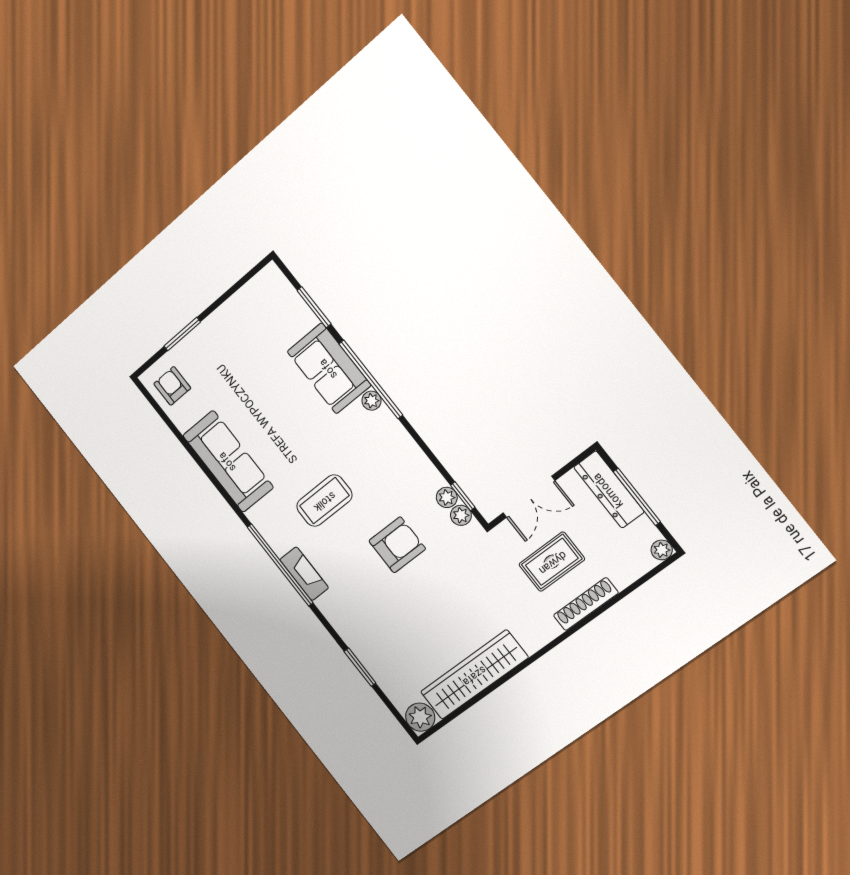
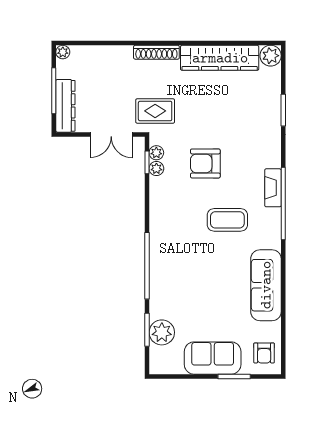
sofa: (329, 368) -> (213, 358), moved, turned -90
plant: (372, 401) -> (162, 332), moved, width x1.87, depth x1.87
double door: (529, 497) -> (111, 134), swing flipped
rug: (552, 562) -> (155, 111), moved
shoe rack: (586, 604) -> (156, 52), moved

